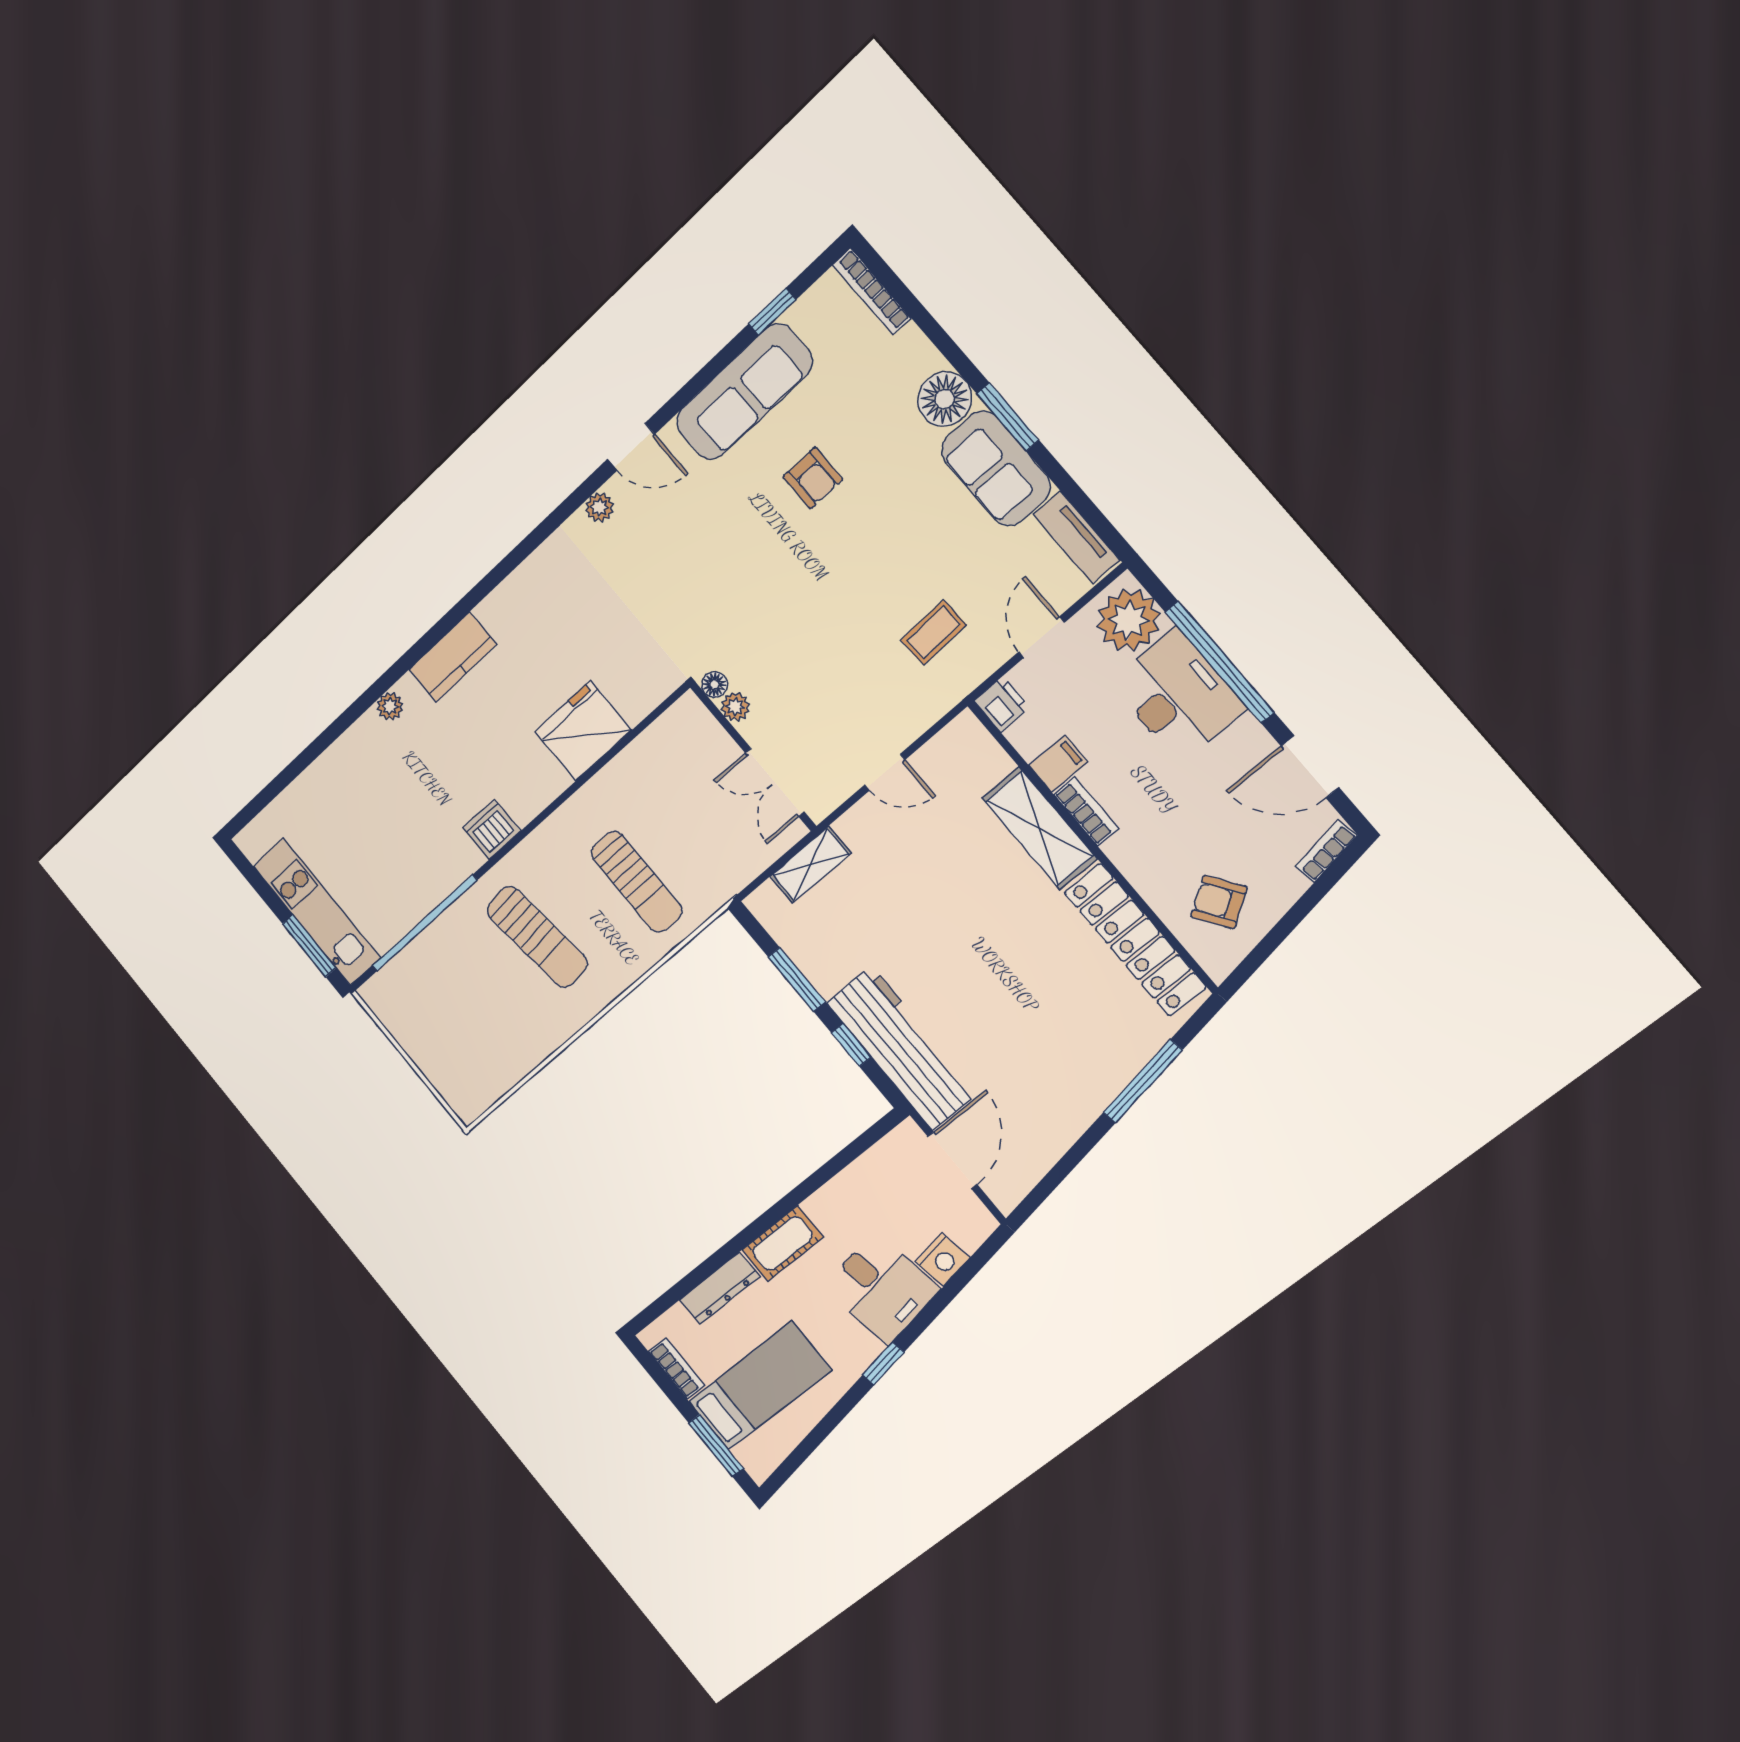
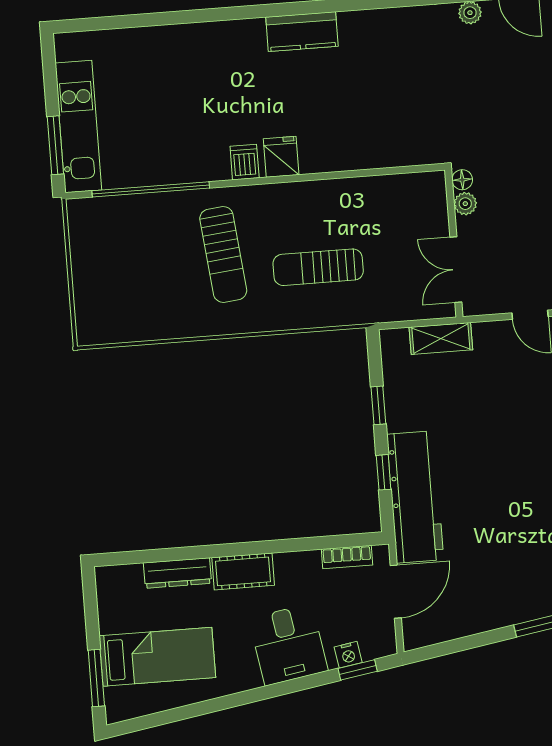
plant: (390, 706) -> (234, 31), removed
fridge: (583, 731) -> (281, 157), moved, width x0.53, depth x0.75
dishwasher: (492, 829) -> (245, 162), width x0.73
sun lounger: (636, 882) -> (318, 267), turned 90
window: (797, 979) -> (378, 405), width x0.67
nightstand: (942, 1260) -> (348, 655), width x0.72, depth x0.74
window: (883, 1364) -> (358, 670), moved
bookcase: (677, 1368) -> (347, 557), moved, turned 90

